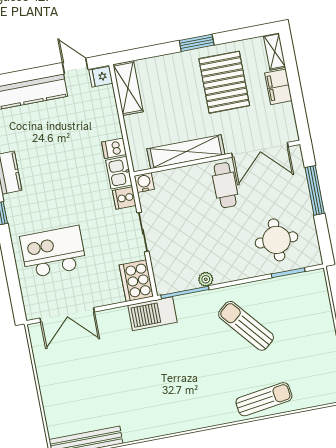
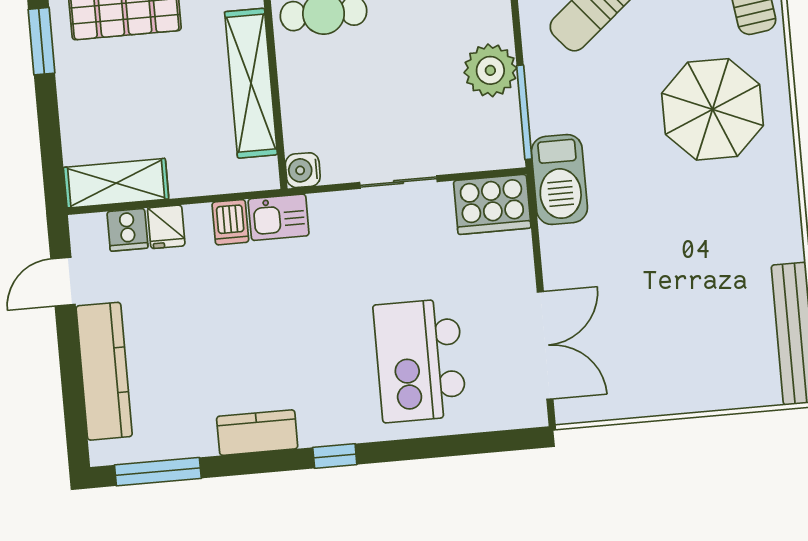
fridge: (101, 77) -> (166, 227), moved
cooker: (124, 198) -> (127, 230), moved
plant: (206, 279) -> (490, 70), width x1.88, depth x1.88
parasol: (196, 388) -> (713, 109), added

